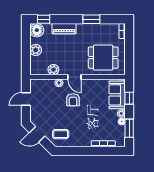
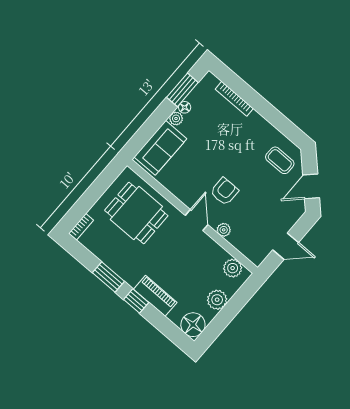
window: (44, 19) -> (136, 301), moved
plant: (53, 70) -> (233, 268), moved
window: (129, 98) -> (148, 130), removed
door: (37, 134) -> (311, 186), swing flipped

